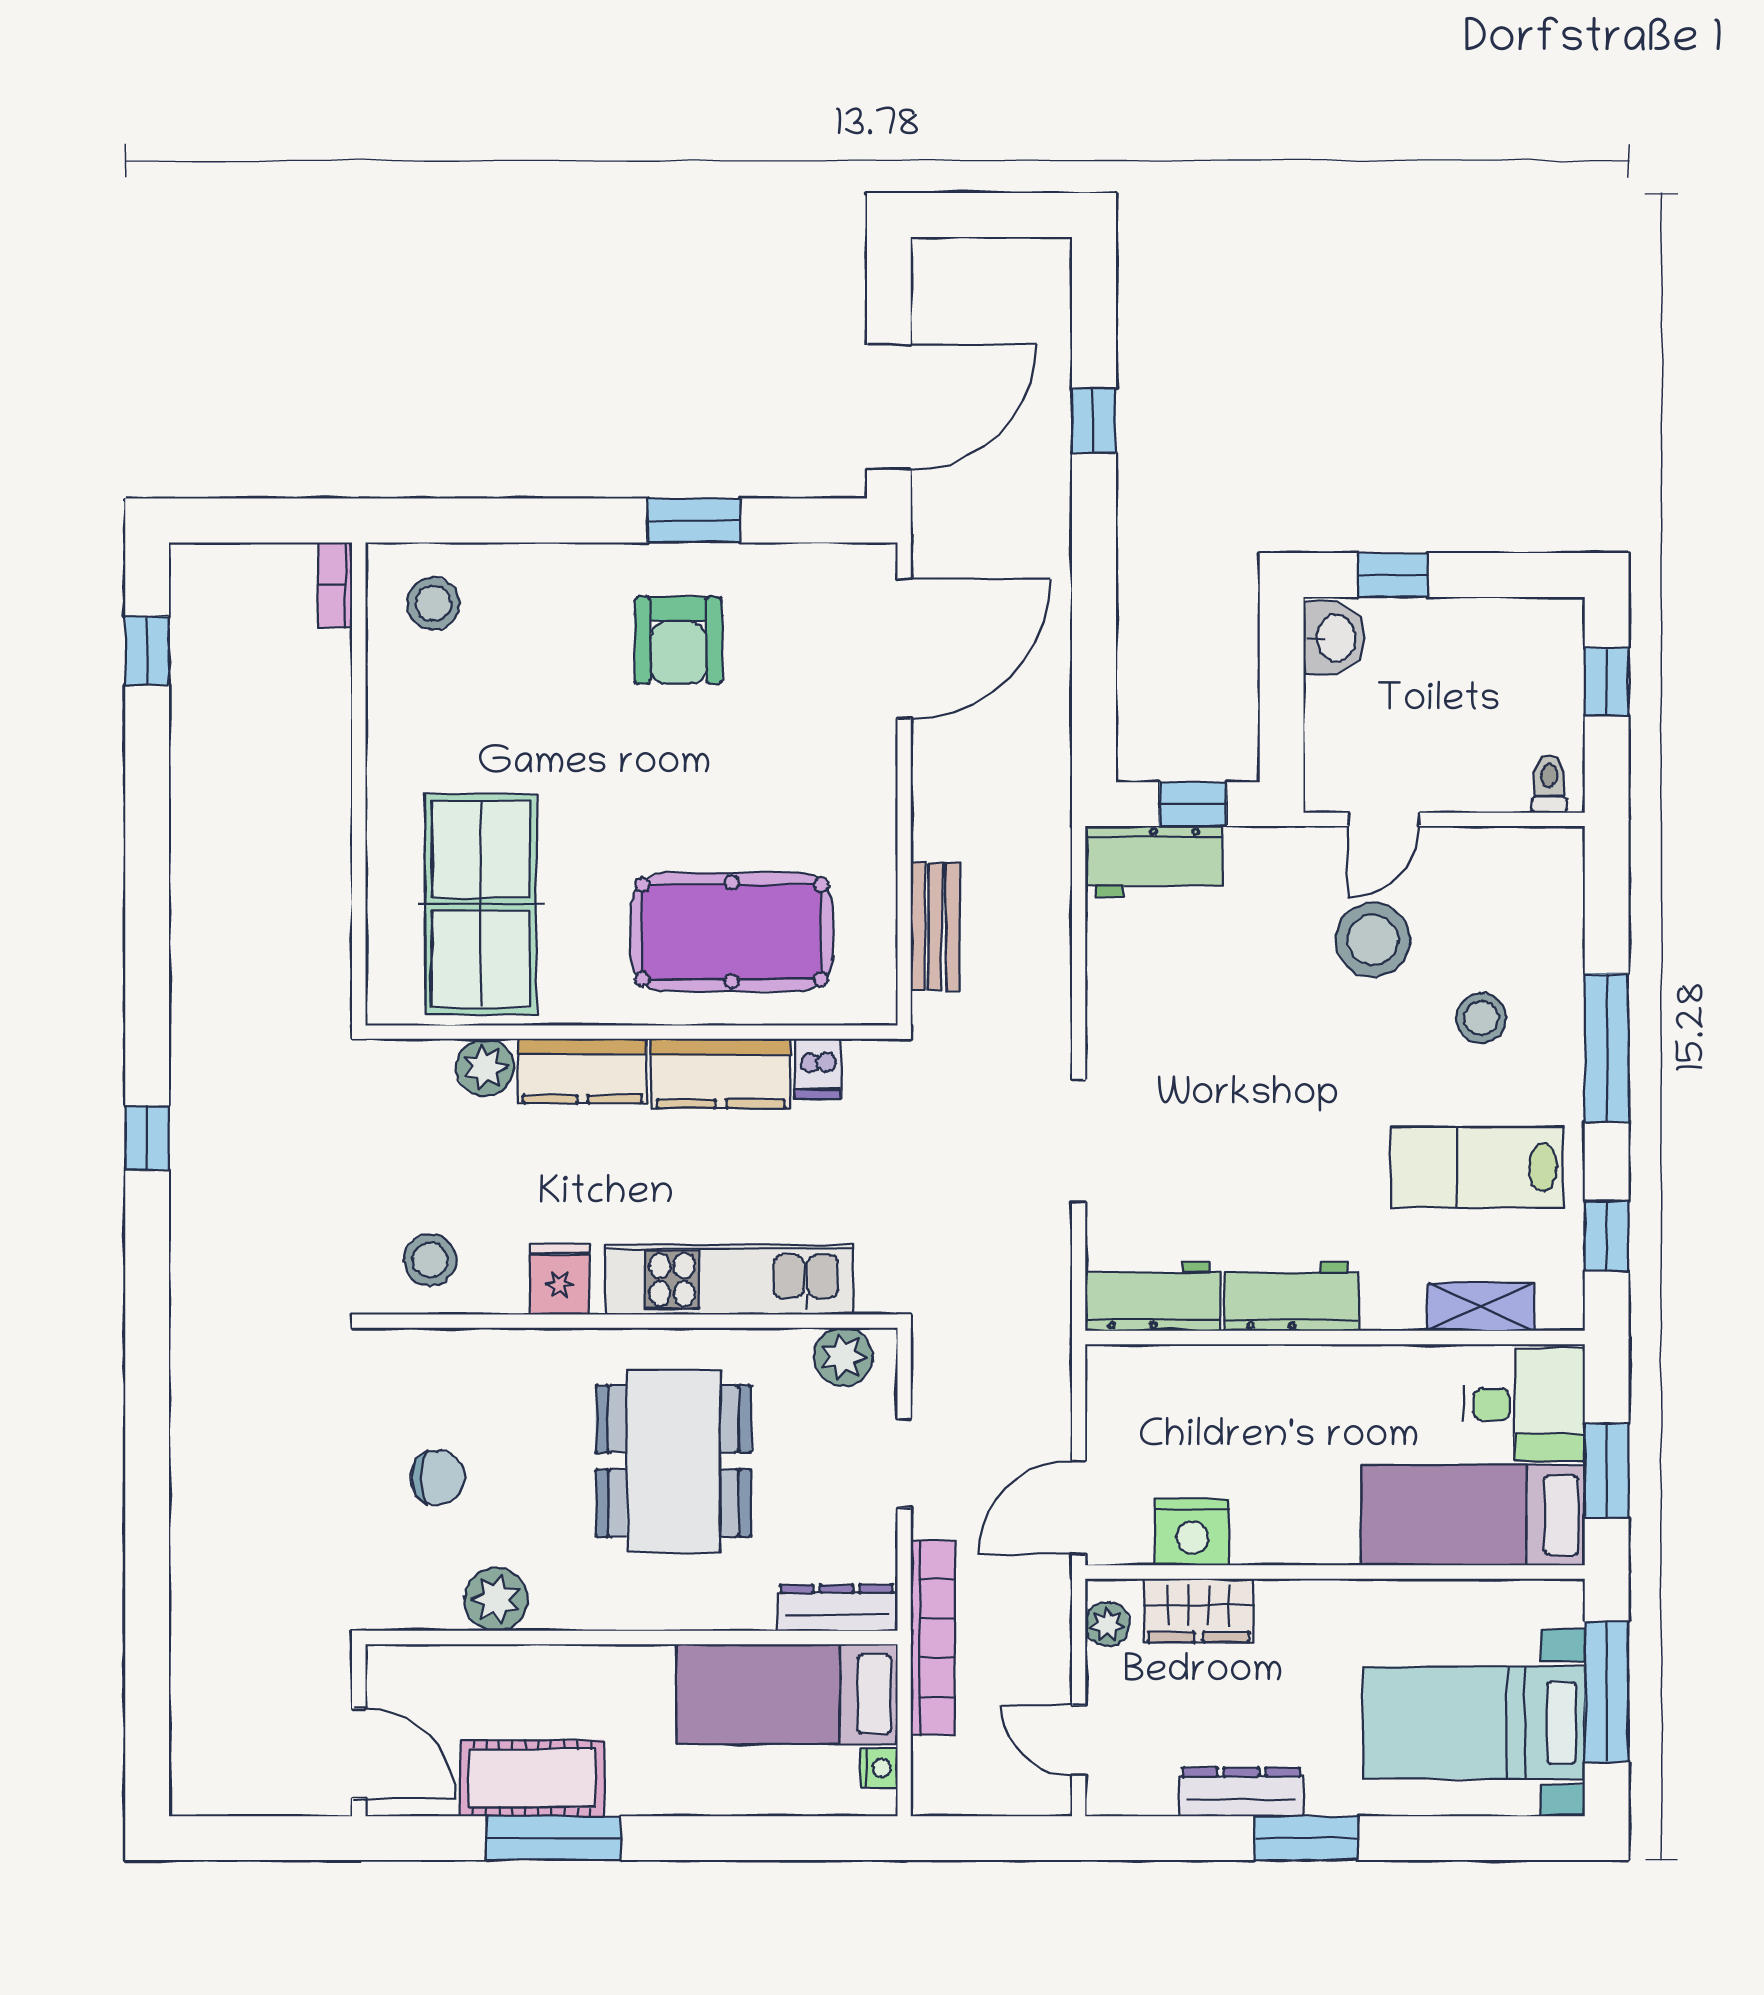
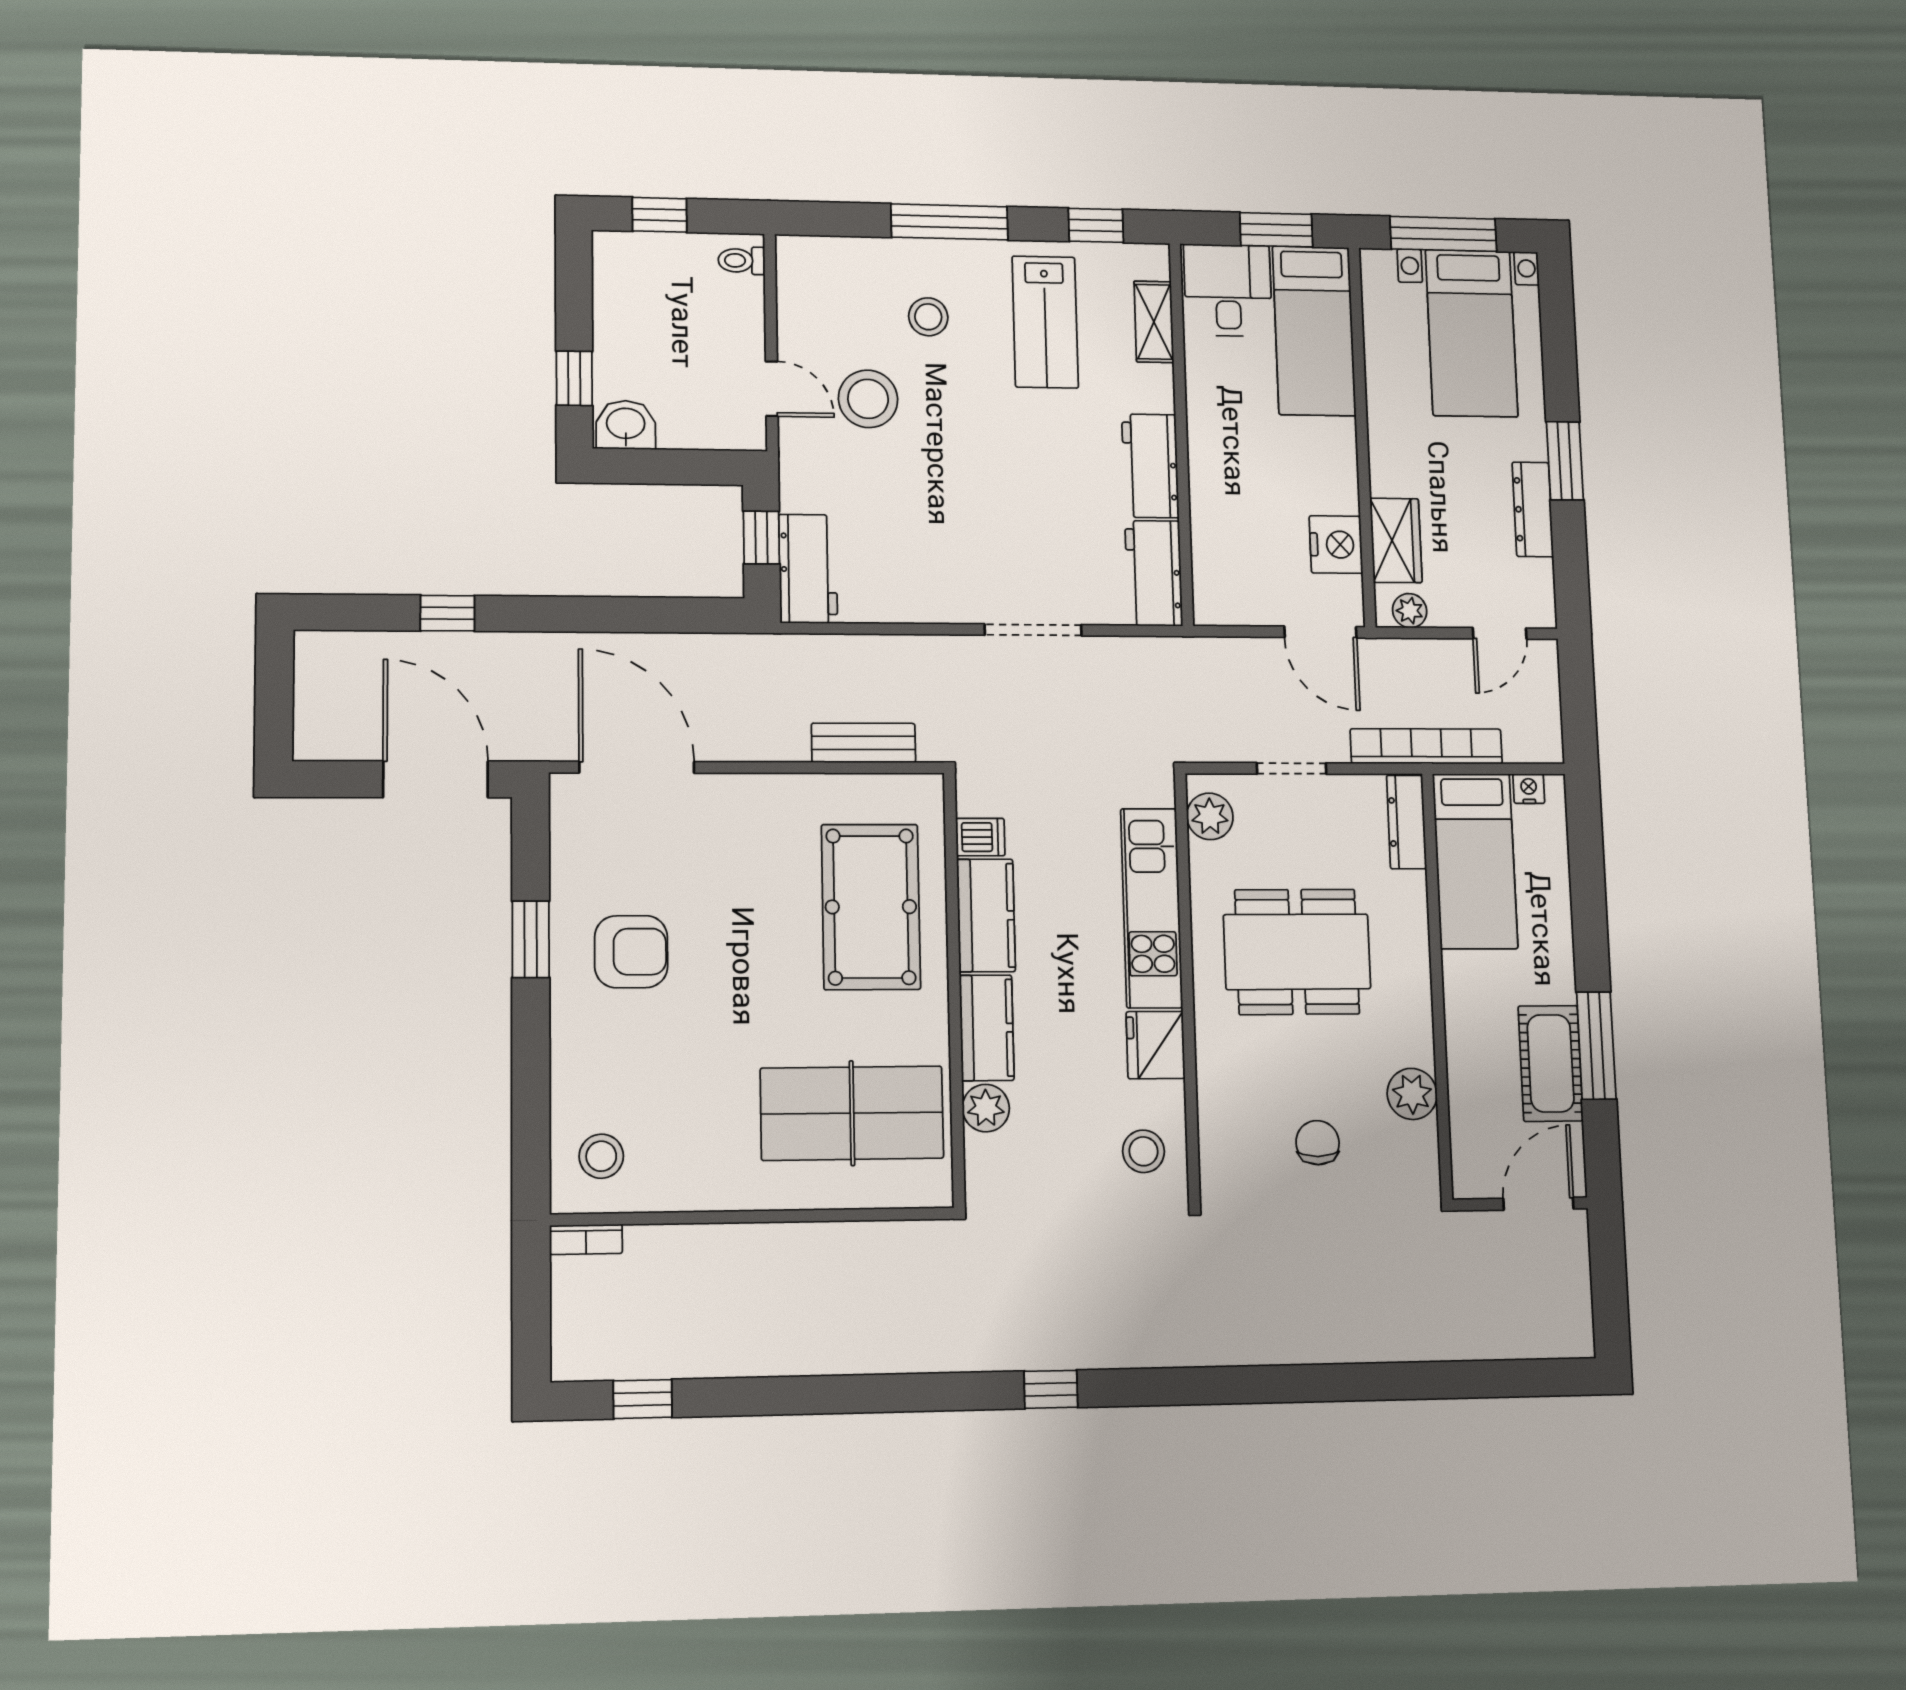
fridge: (560, 1279) -> (1156, 1045), width x1.38

